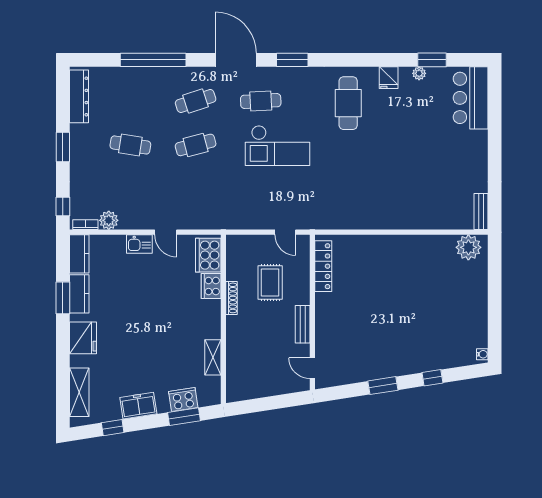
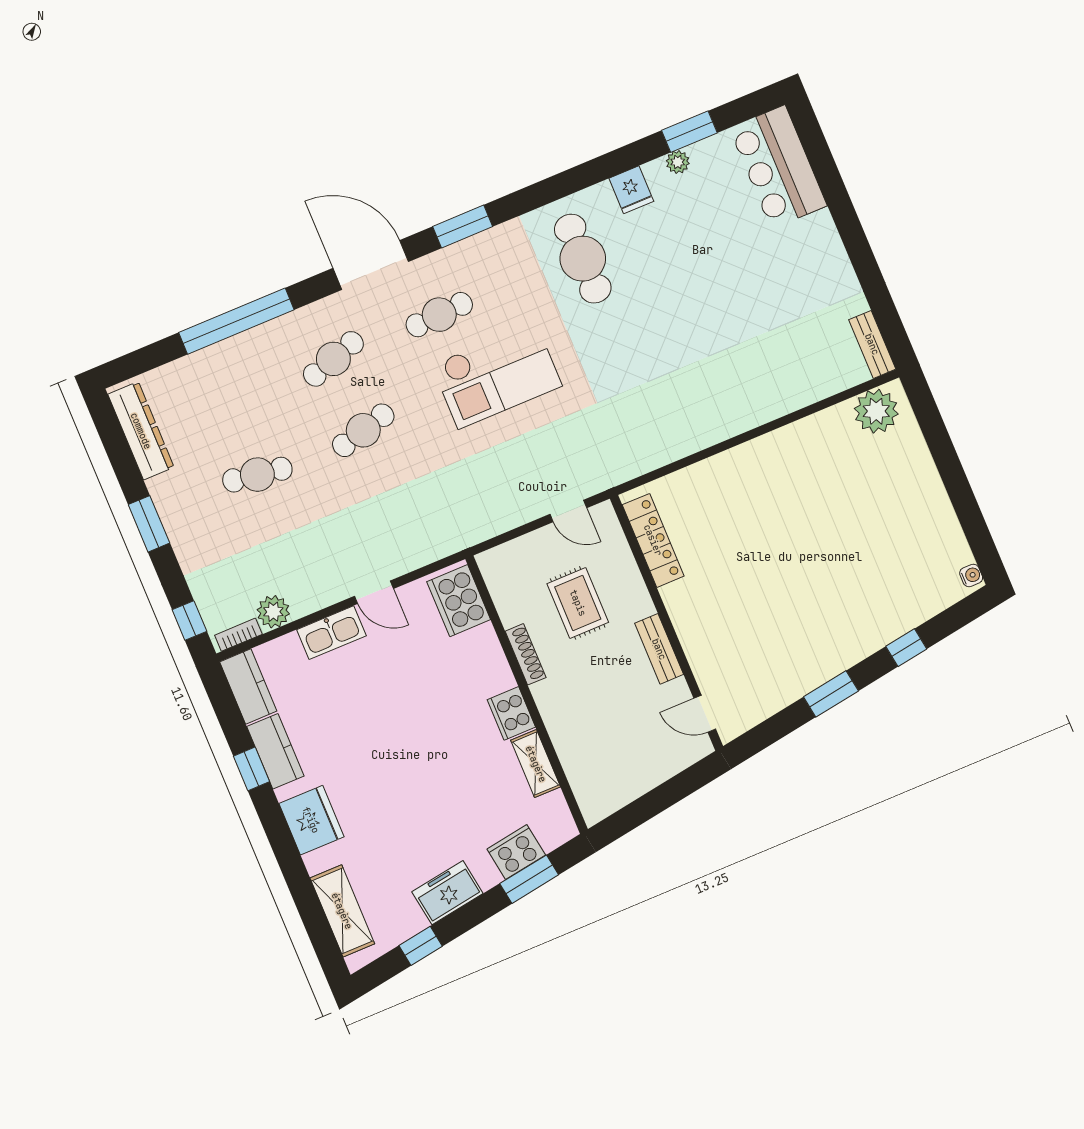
kitchen sink: (139, 244) -> (331, 633), width x1.38
cooker: (211, 286) -> (511, 713), moved
window: (63, 298) -> (251, 769), width x0.67

